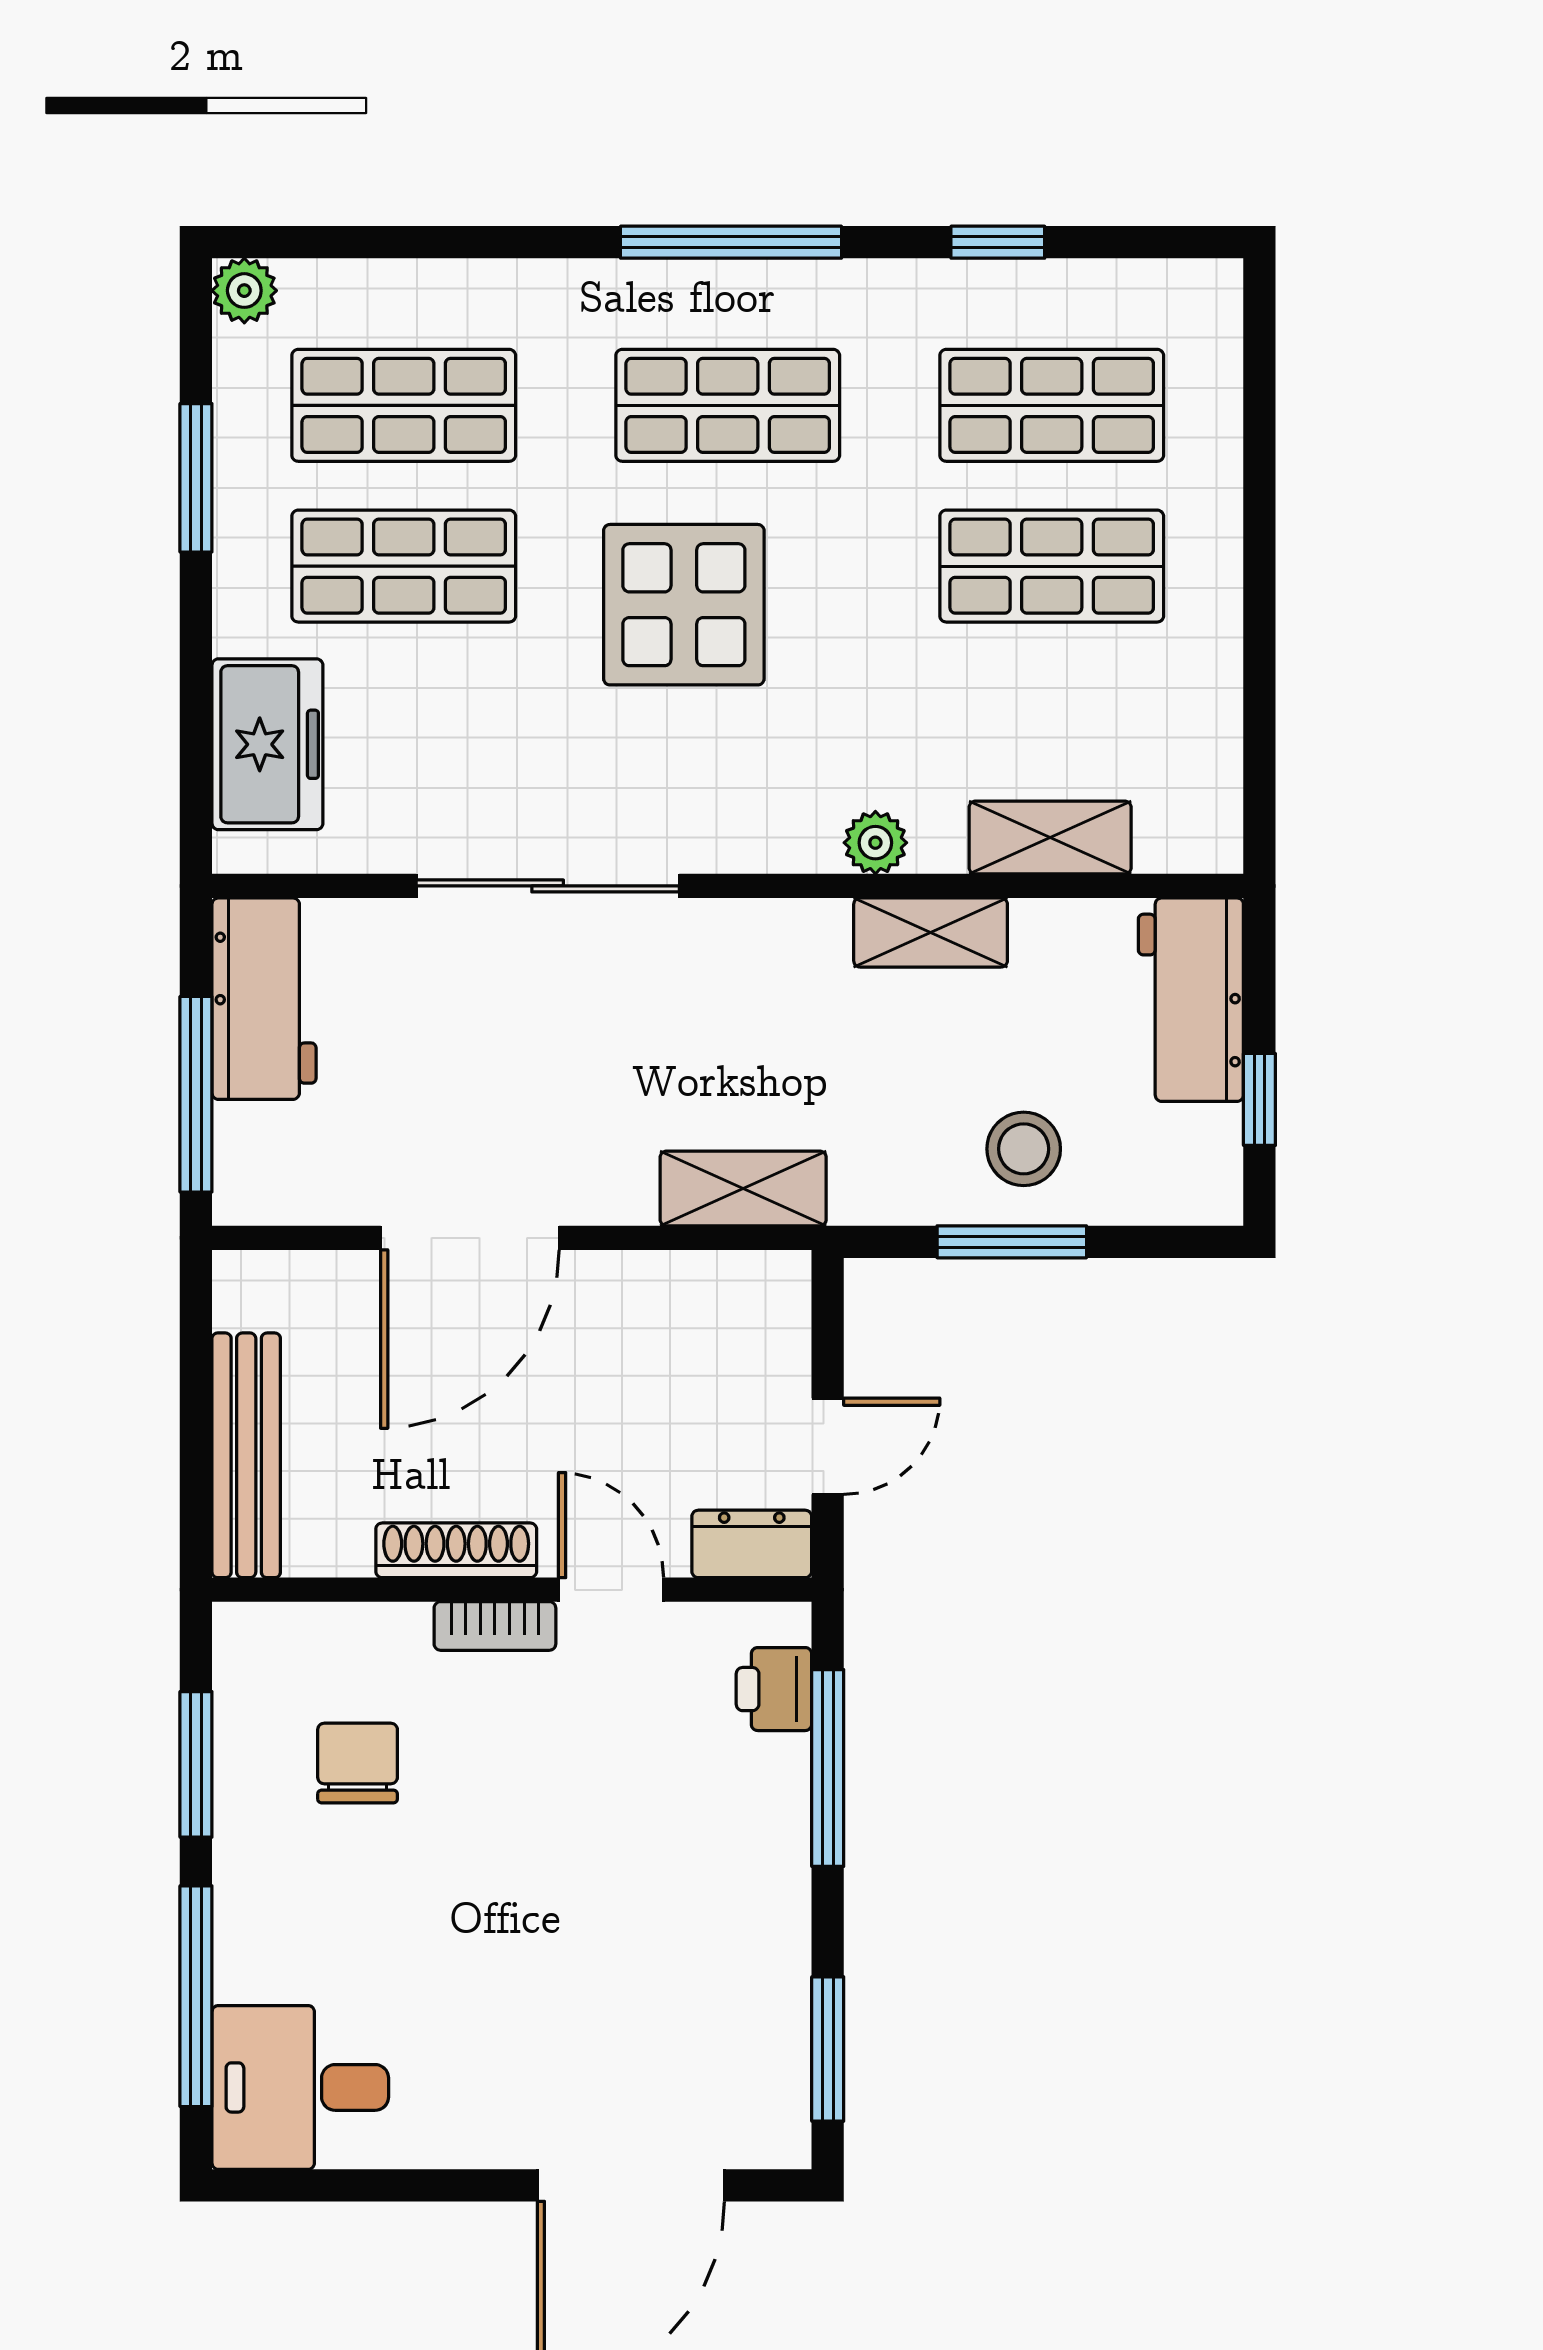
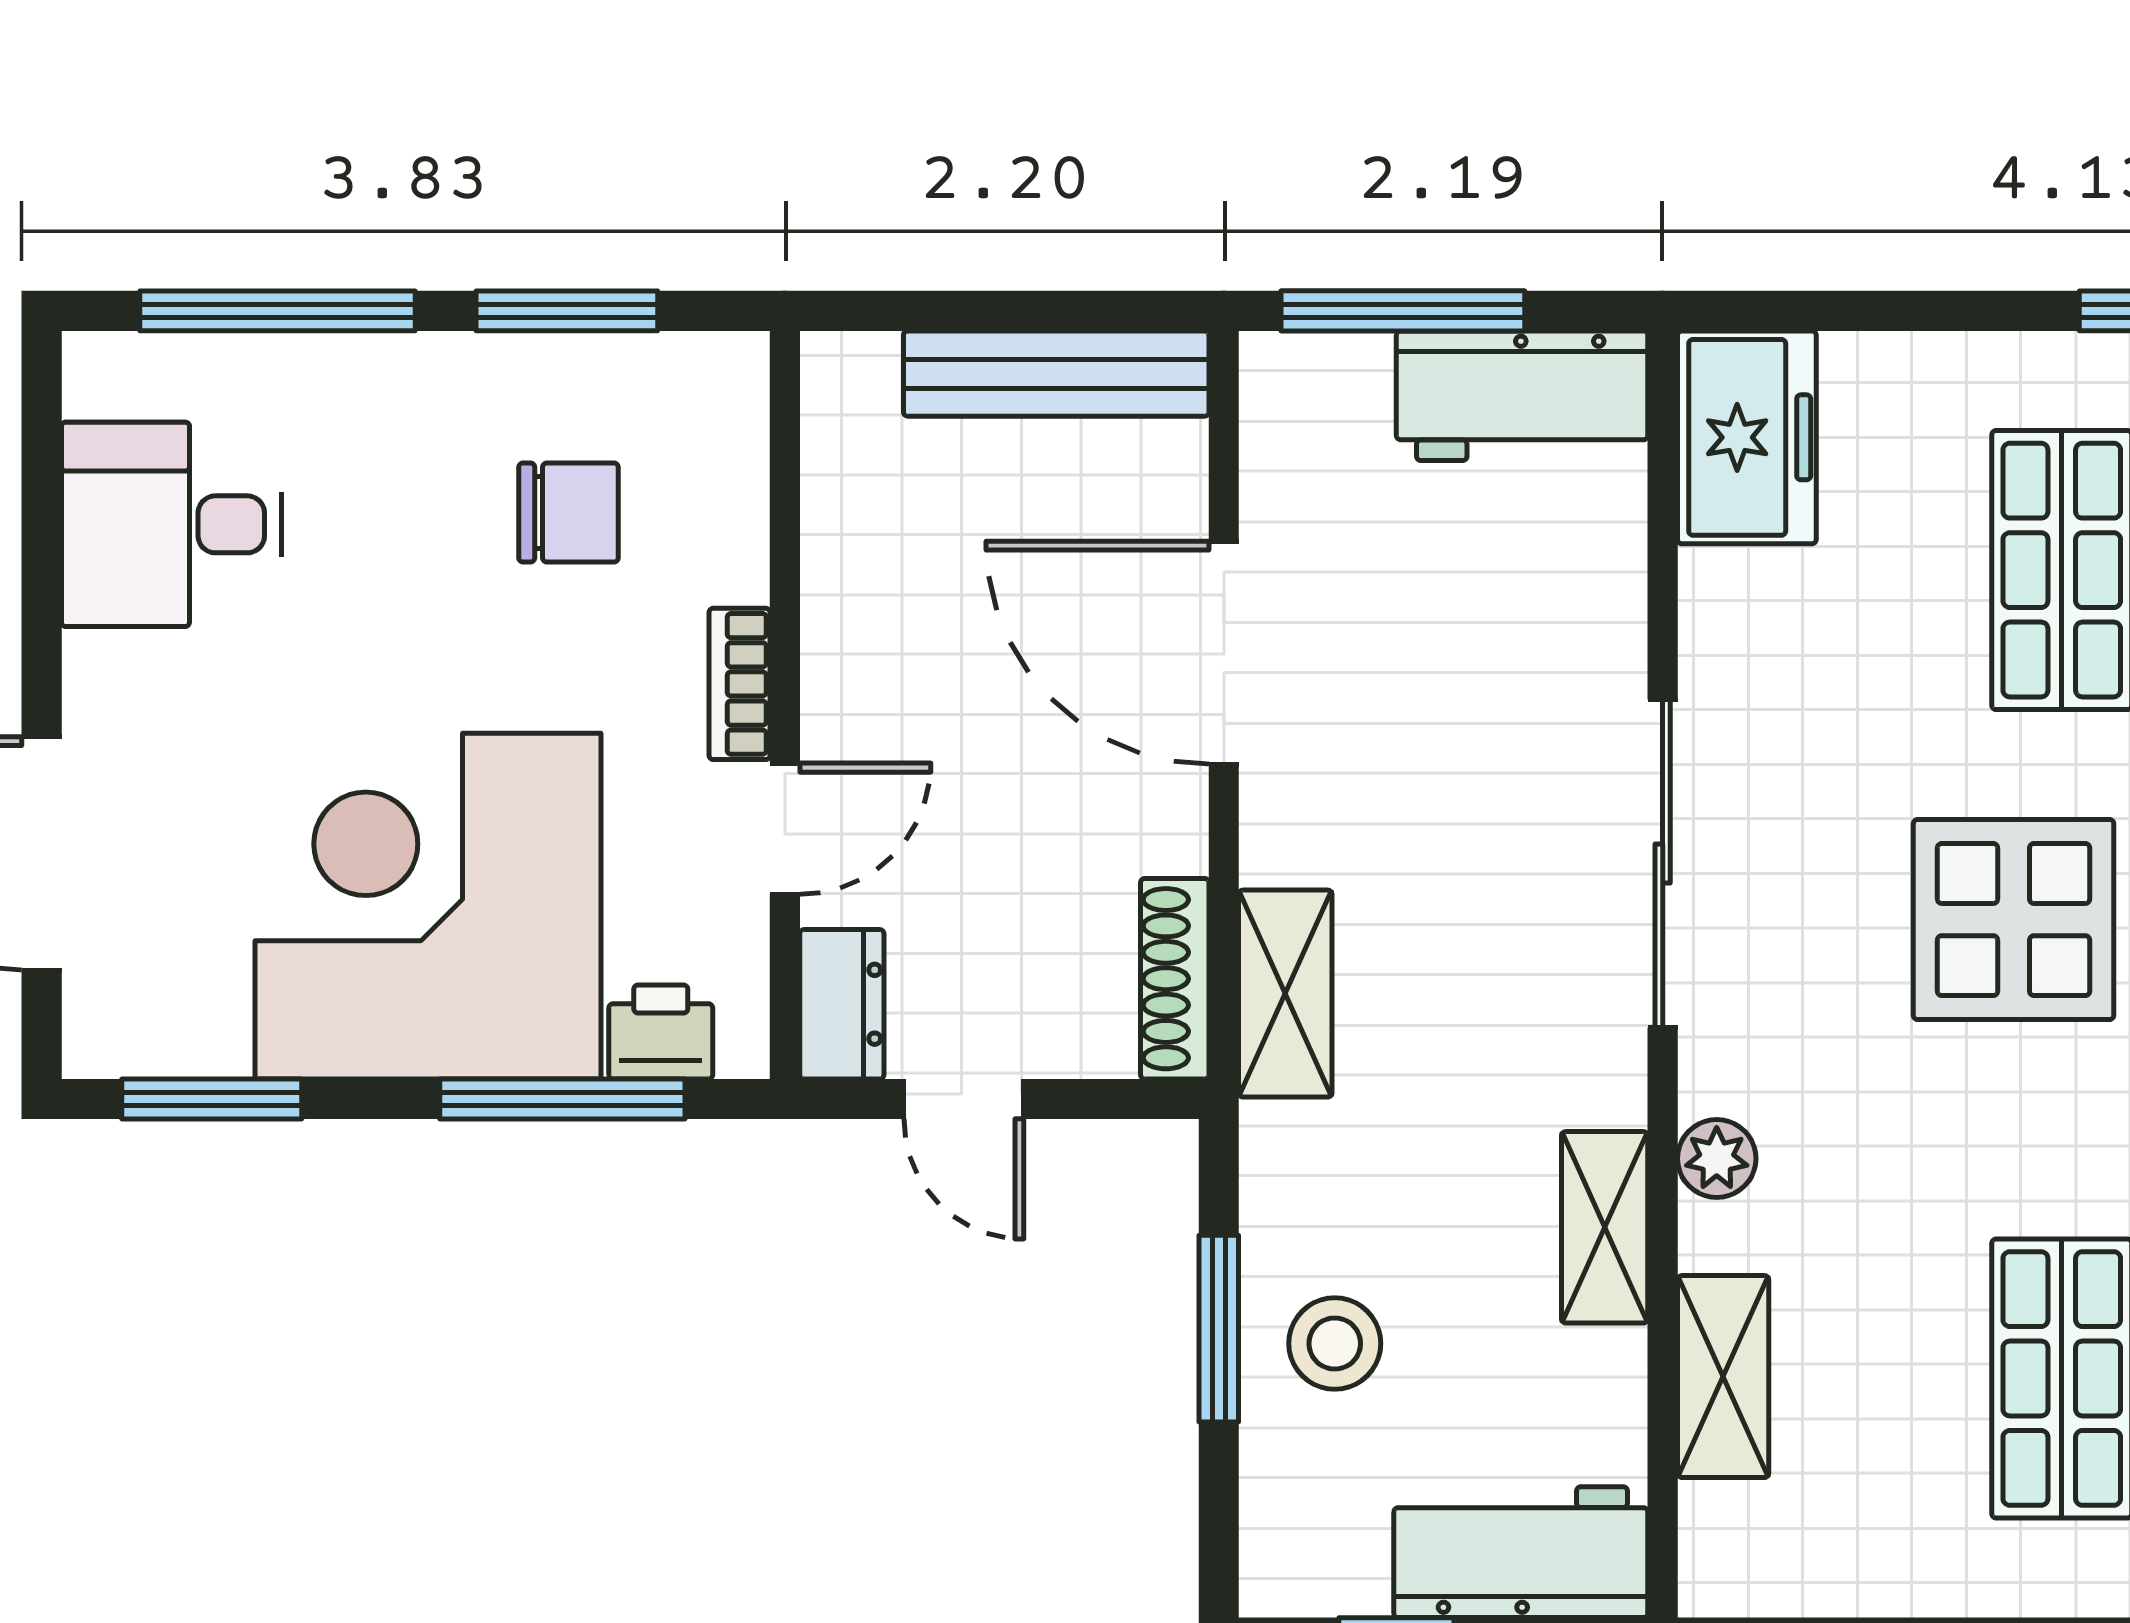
freezer: (267, 744) -> (1747, 437), moved, turned -90
sliding door: (548, 886) -> (1663, 864), moved
bench: (246, 1455) -> (1056, 374), moved
shoe rack: (456, 1550) -> (1175, 979), moved, turned 180
corner desk: (673, 1876) -> (428, 906), added
desk: (300, 2087) -> (172, 524), moved, turned -90

